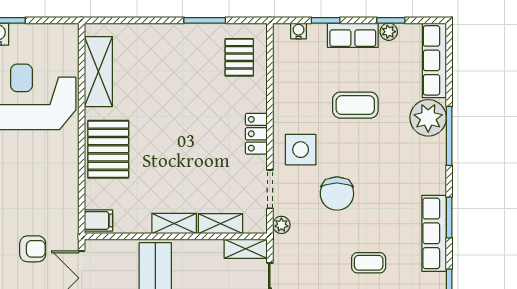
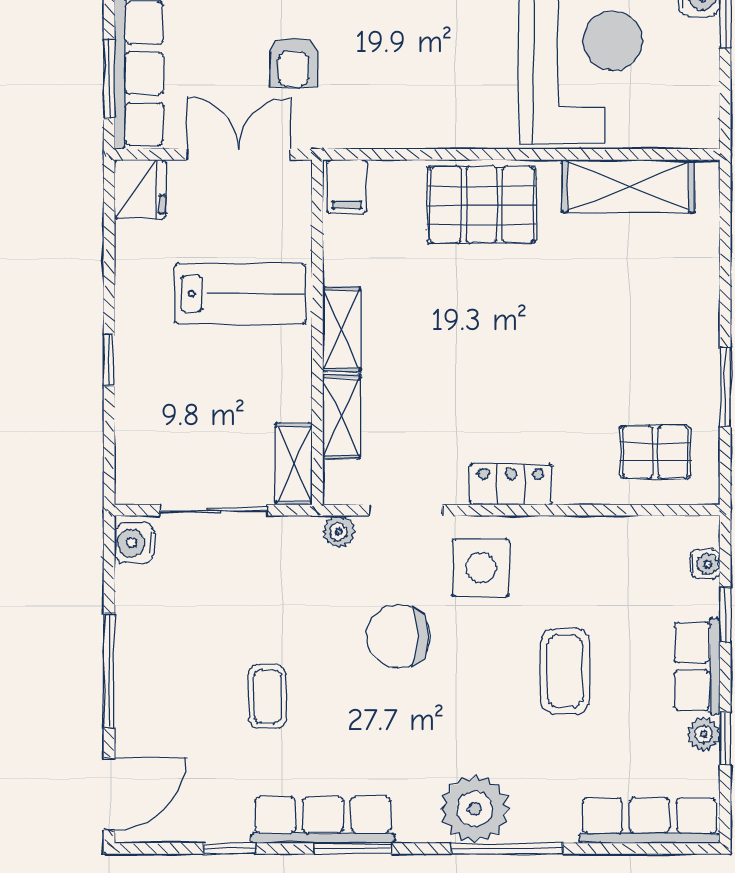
plant: (428, 118) -> (475, 809), moved

